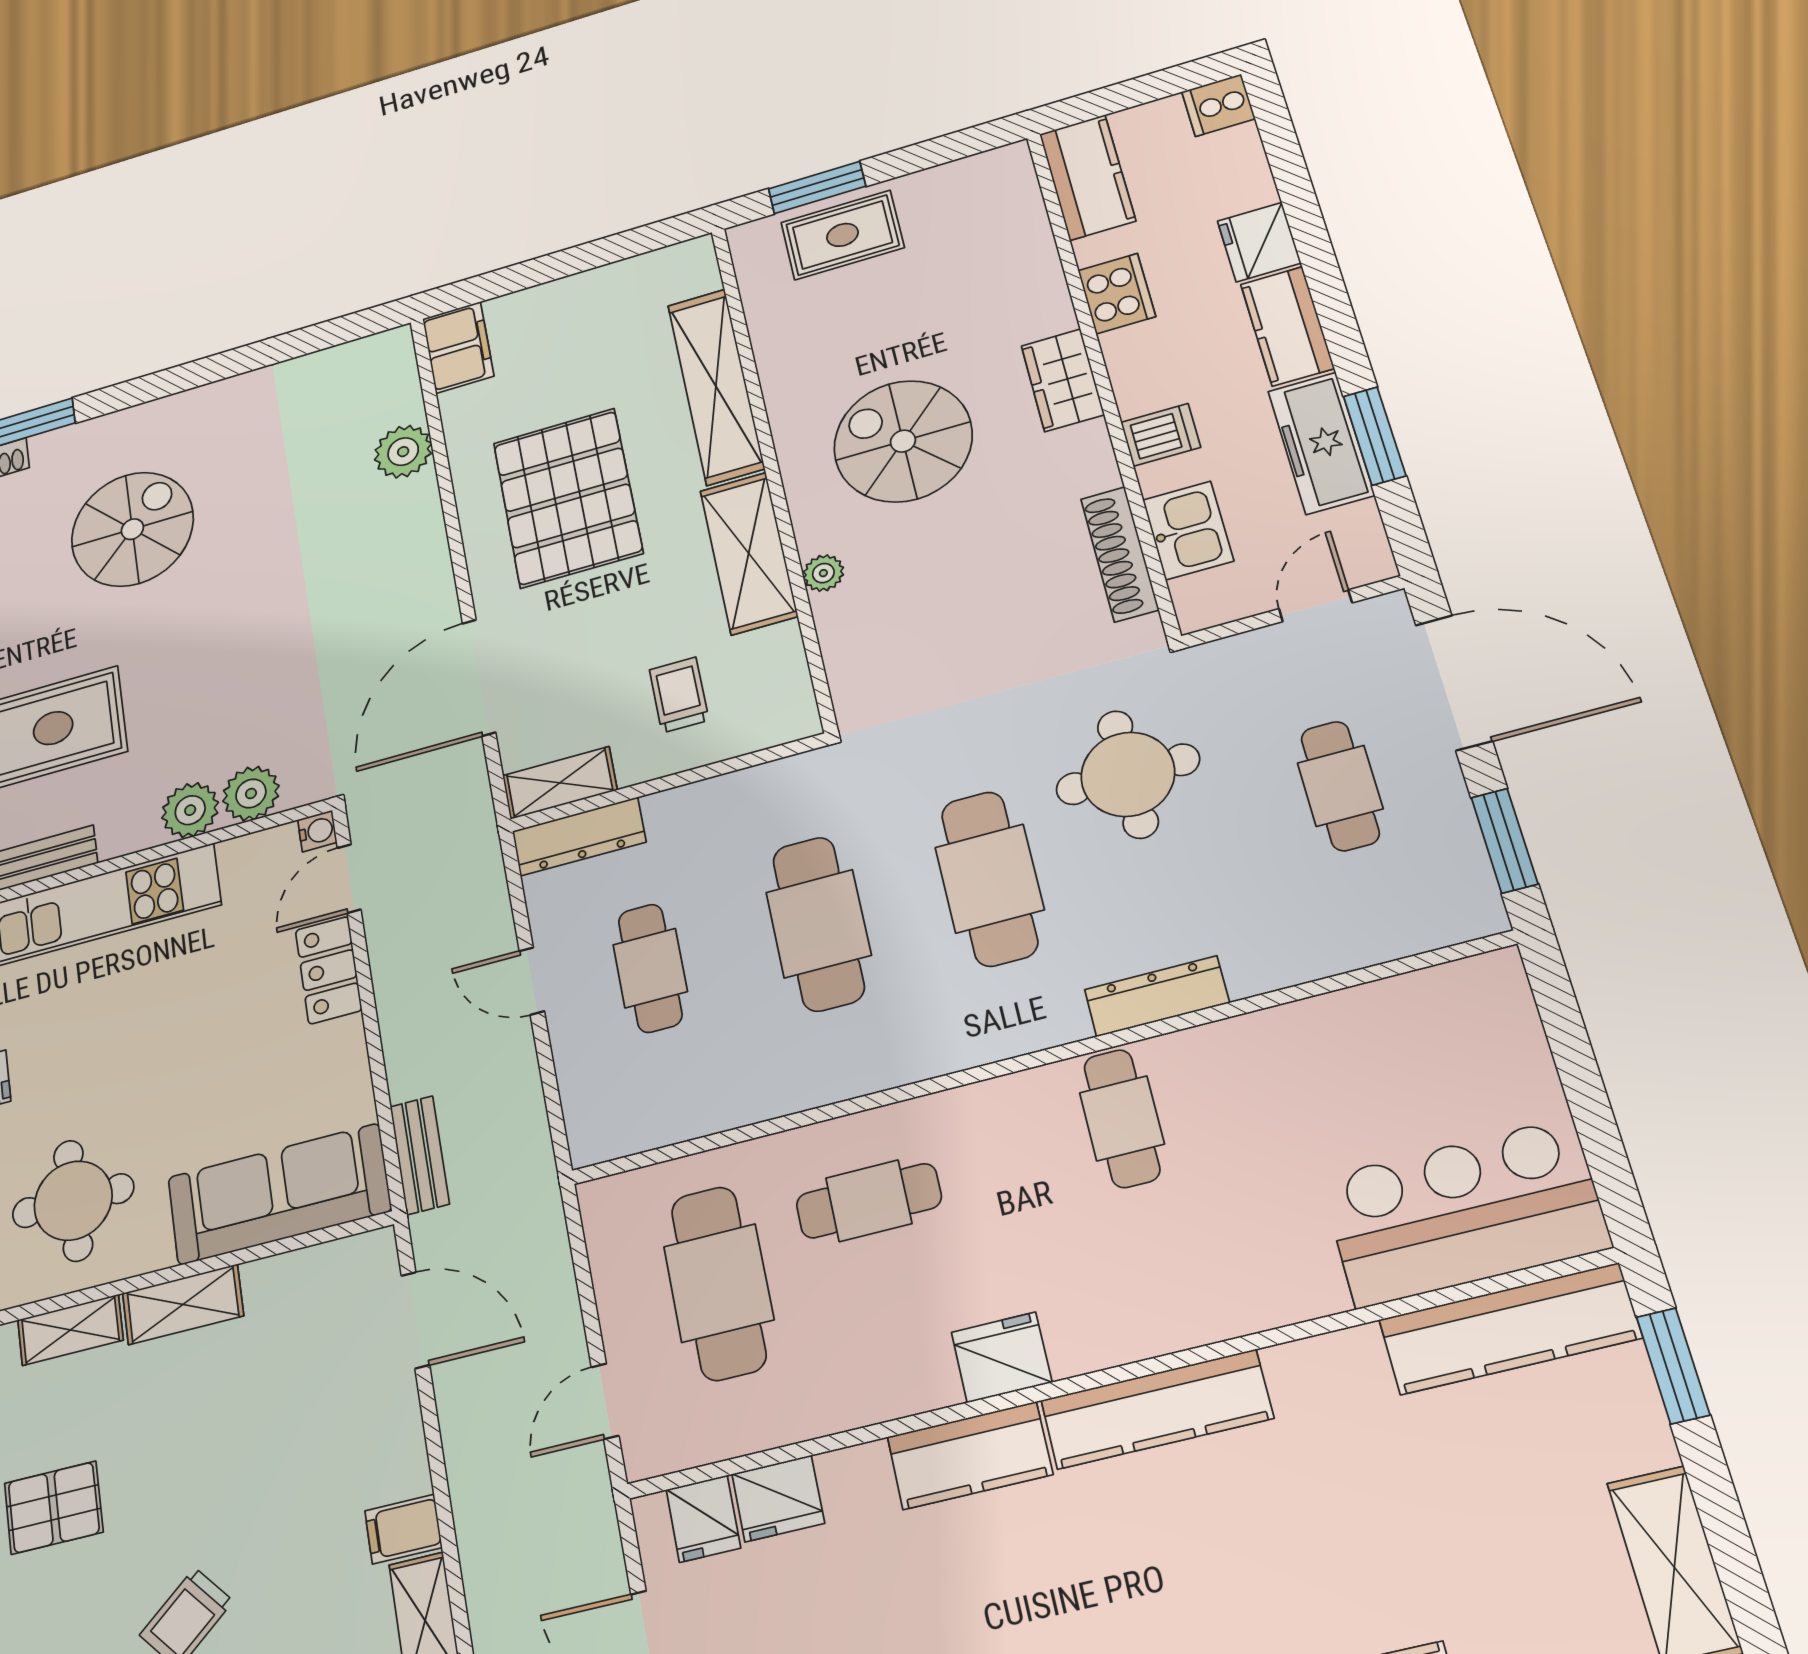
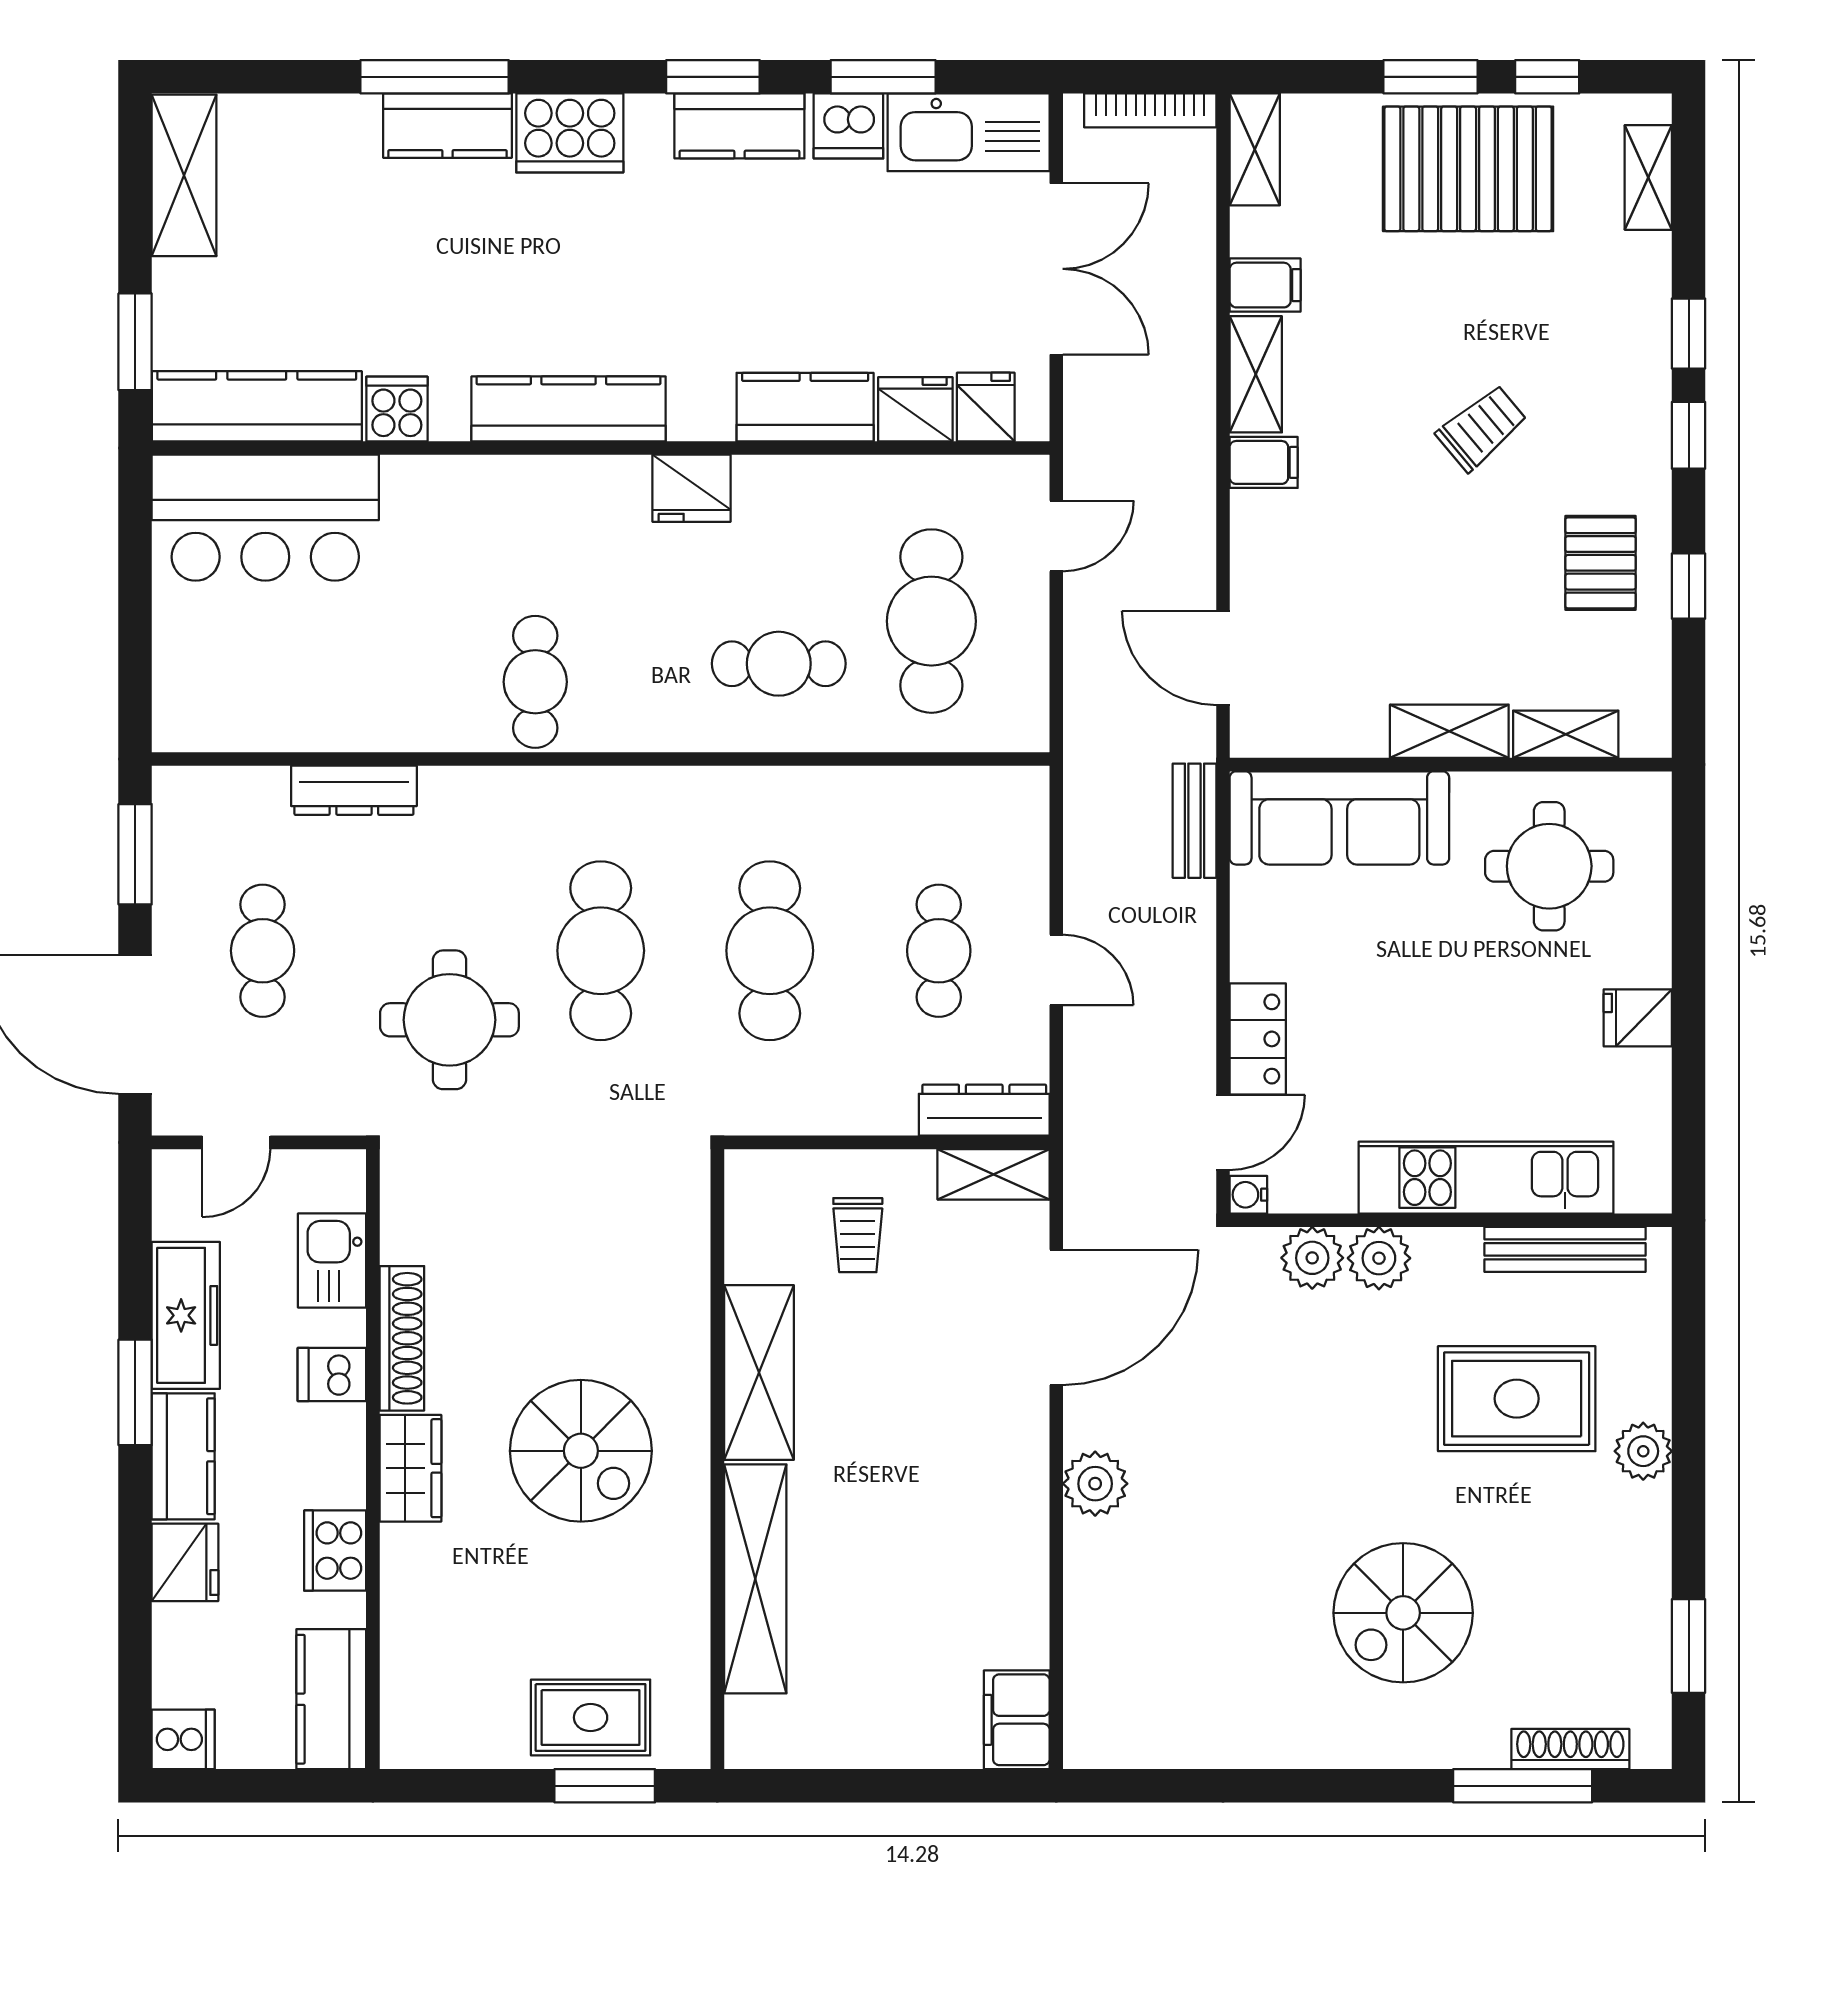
window: (1375, 436) -> (135, 1392), moved
plant: (403, 452) -> (1095, 1484), moved
pallet: (568, 498) -> (931, 1497), removed
shoe rack: (1120, 554) -> (402, 1338), moved
plant: (823, 573) -> (690, 1326), removed
dresser: (1157, 996) -> (354, 790), moved
cooker: (1349, 1364) -> (397, 409), added
kitchen counter: (970, 1456) -> (805, 407), moved
pallet: (54, 1508) -> (1601, 563), turned 90

